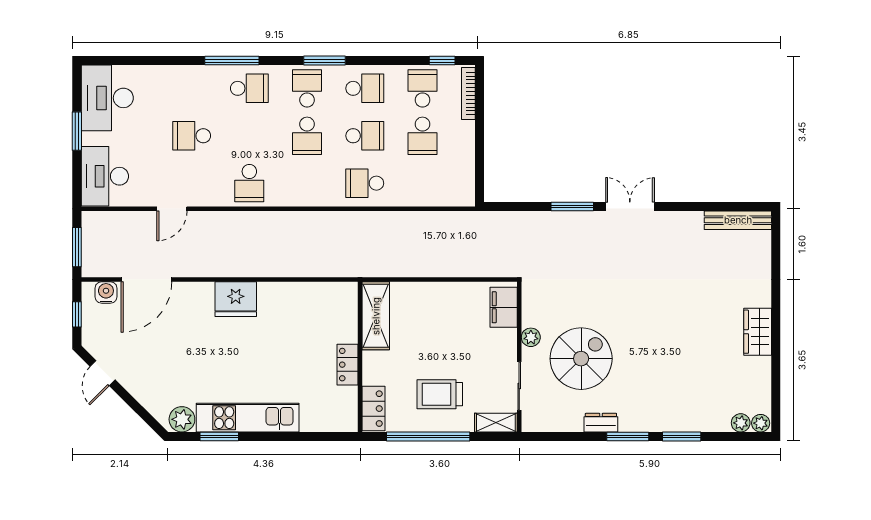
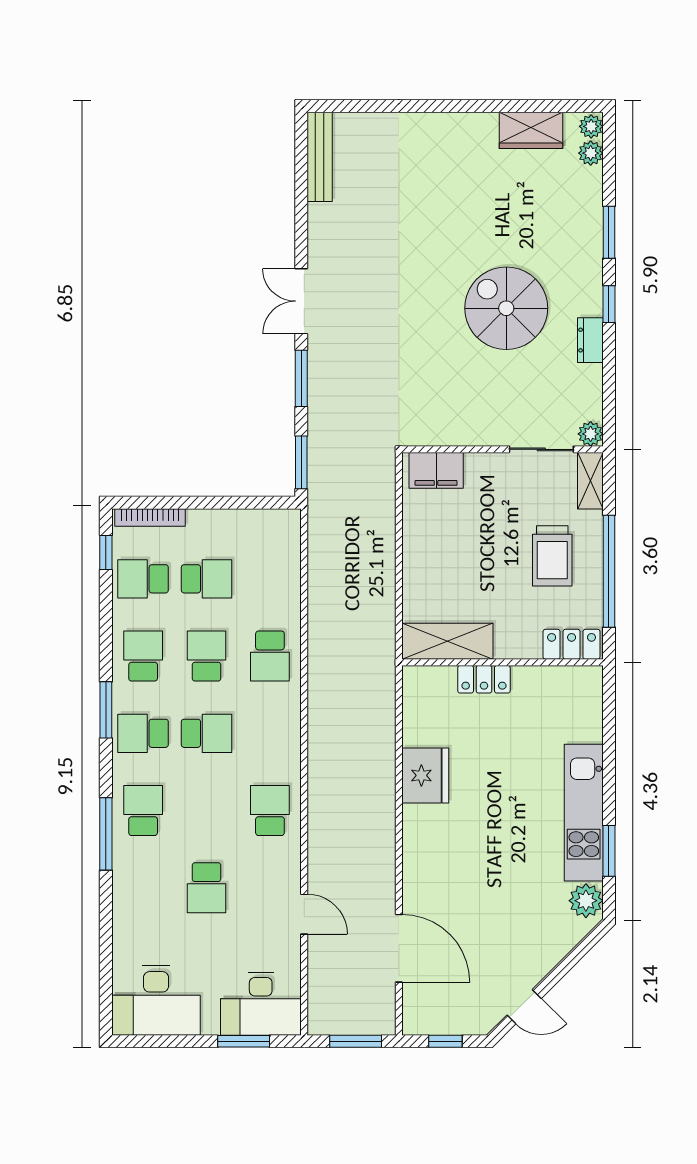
window: (77, 131) -> (244, 1041), moved
school desk: (249, 183) -> (270, 811), turned -90
window: (510, 207) -> (301, 462), added
water cooler: (106, 292) -> (416, 1002), removed
fridge: (236, 299) -> (425, 775), moved
wardrobe: (758, 332) -> (531, 130), moved
plant: (531, 337) -> (591, 434), moved
spiral stairs: (581, 359) -> (506, 308), moved
locker: (347, 365) -> (484, 679), moved
window: (628, 437) -> (609, 304), width x0.67

